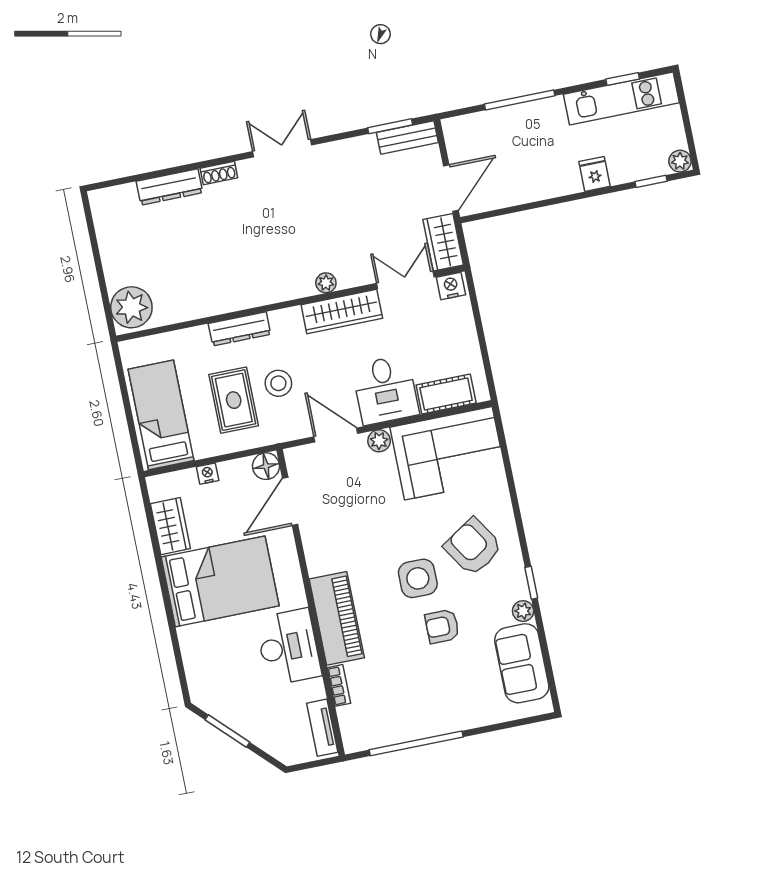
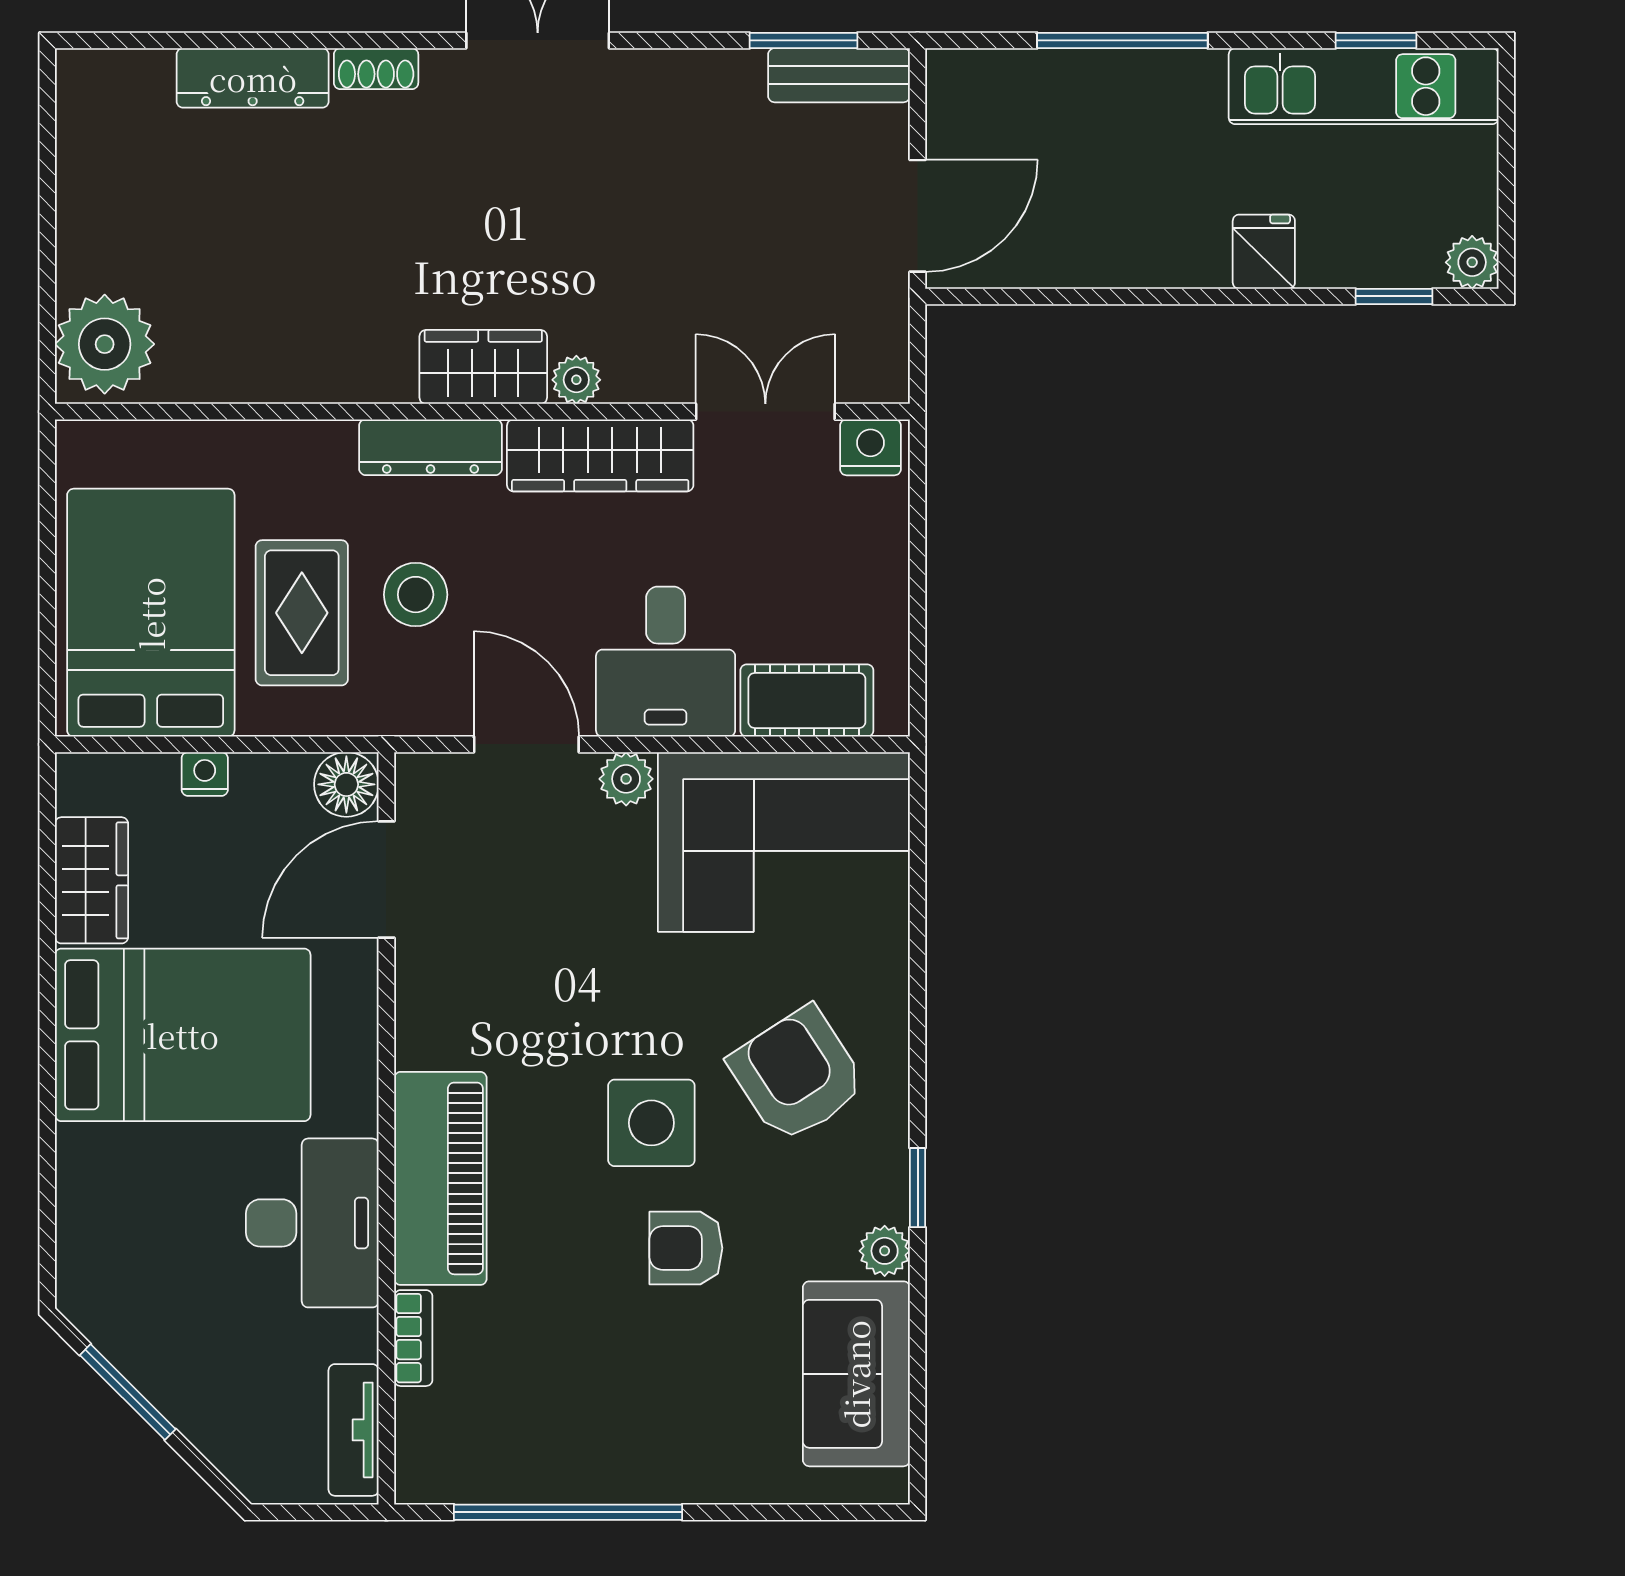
wardrobe: (443, 242) -> (483, 367), moved, turned 90
dresser: (240, 329) -> (430, 447), moved
bed: (161, 415) -> (151, 613), width x1.50

